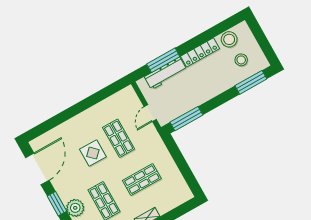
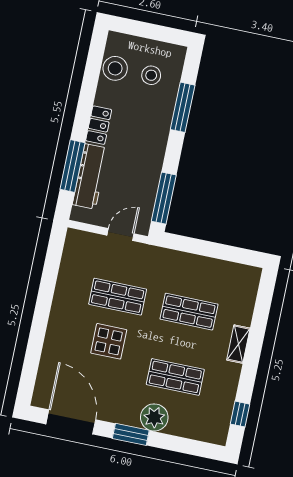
locker: (200, 52) -> (99, 125), width x0.66
window: (251, 82) -> (183, 107), moved
door: (150, 113) -> (120, 234), swing flipped
shop shelf: (142, 180) -> (189, 312), turned 90

